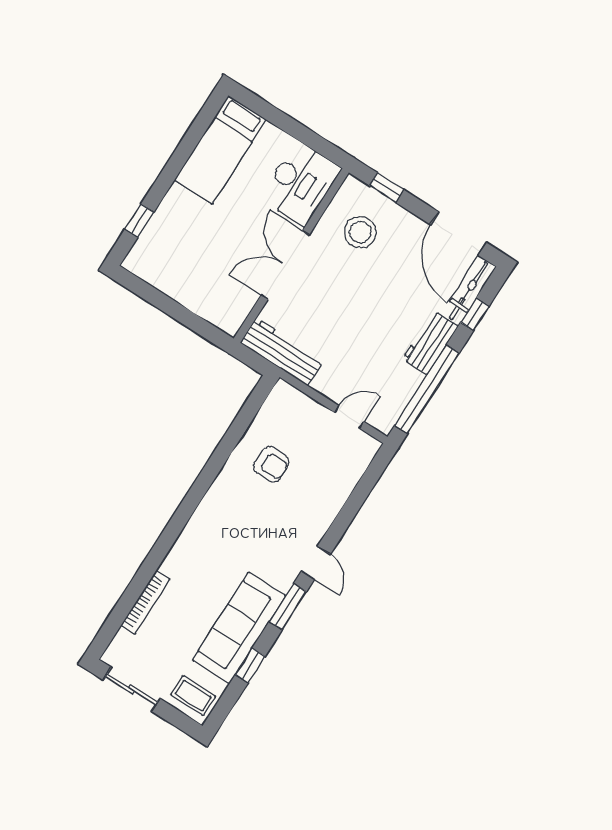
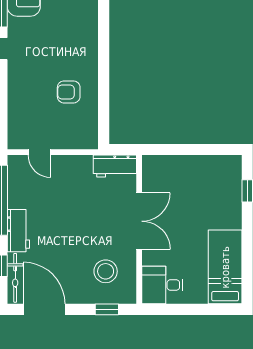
desk: (300, 183) -> (162, 285), width x0.73
workbench: (282, 352) -> (115, 166), width x0.73
door: (349, 417) -> (39, 152), hinge flipped

